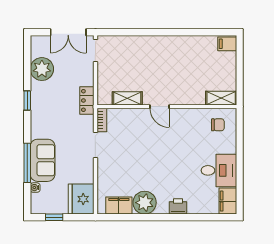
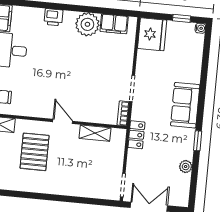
plant: (42, 69) -> (186, 167), width x0.53, depth x0.53
pallet: (184, 75) -> (35, 152), added
sofa: (43, 160) -> (185, 105), moved
window: (27, 163) -> (204, 77), removed
water cooler: (35, 188) -> (200, 28), moved

